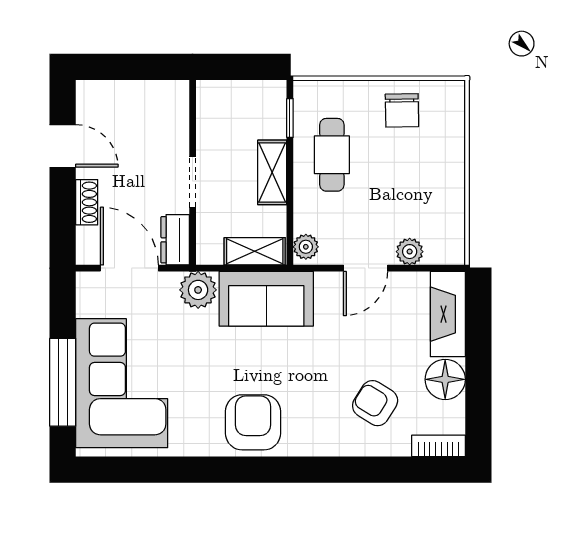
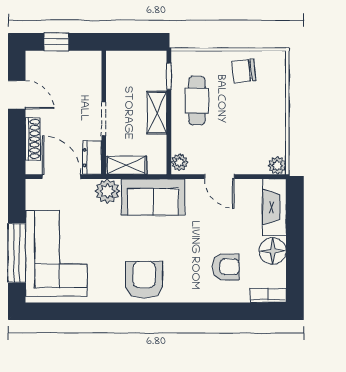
window: (122, 67) -> (56, 42), added
chair: (402, 110) -> (244, 71), turned 85
shoe rack: (87, 202) -> (33, 139), width x1.43
shelving: (255, 251) -> (126, 165), moved
plant: (410, 252) -> (277, 165), moved
door: (366, 268) -> (219, 177), hinge flipped
armchair: (375, 403) -> (226, 267), turned 148

